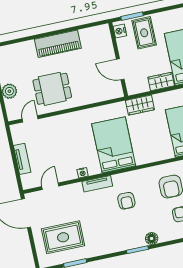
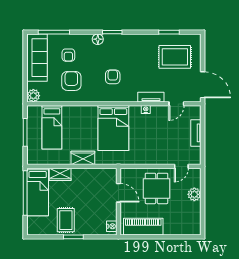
nightstand: (120, 31) -> (112, 226), moved
wall: (118, 60) -> (118, 202), moved
door: (120, 69) -> (118, 193), moved
dining table: (52, 89) -> (157, 188), turned 90
tv unit: (97, 184) -> (151, 97), moved

